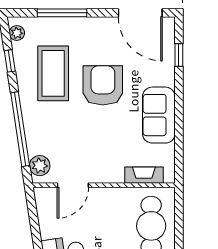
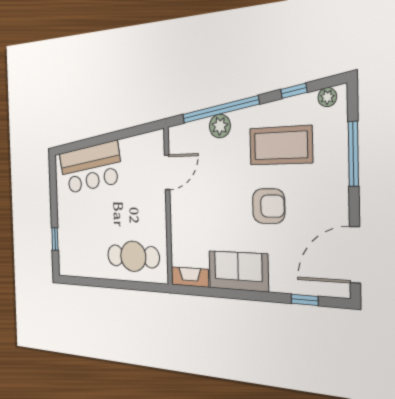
armchair: (103, 85) -> (269, 206), width x0.73, depth x0.73
plant: (40, 166) -> (220, 126), moved
fireplace: (144, 175) -> (190, 277), moved, turned -90
door: (73, 185) -> (167, 172), swing flipped

